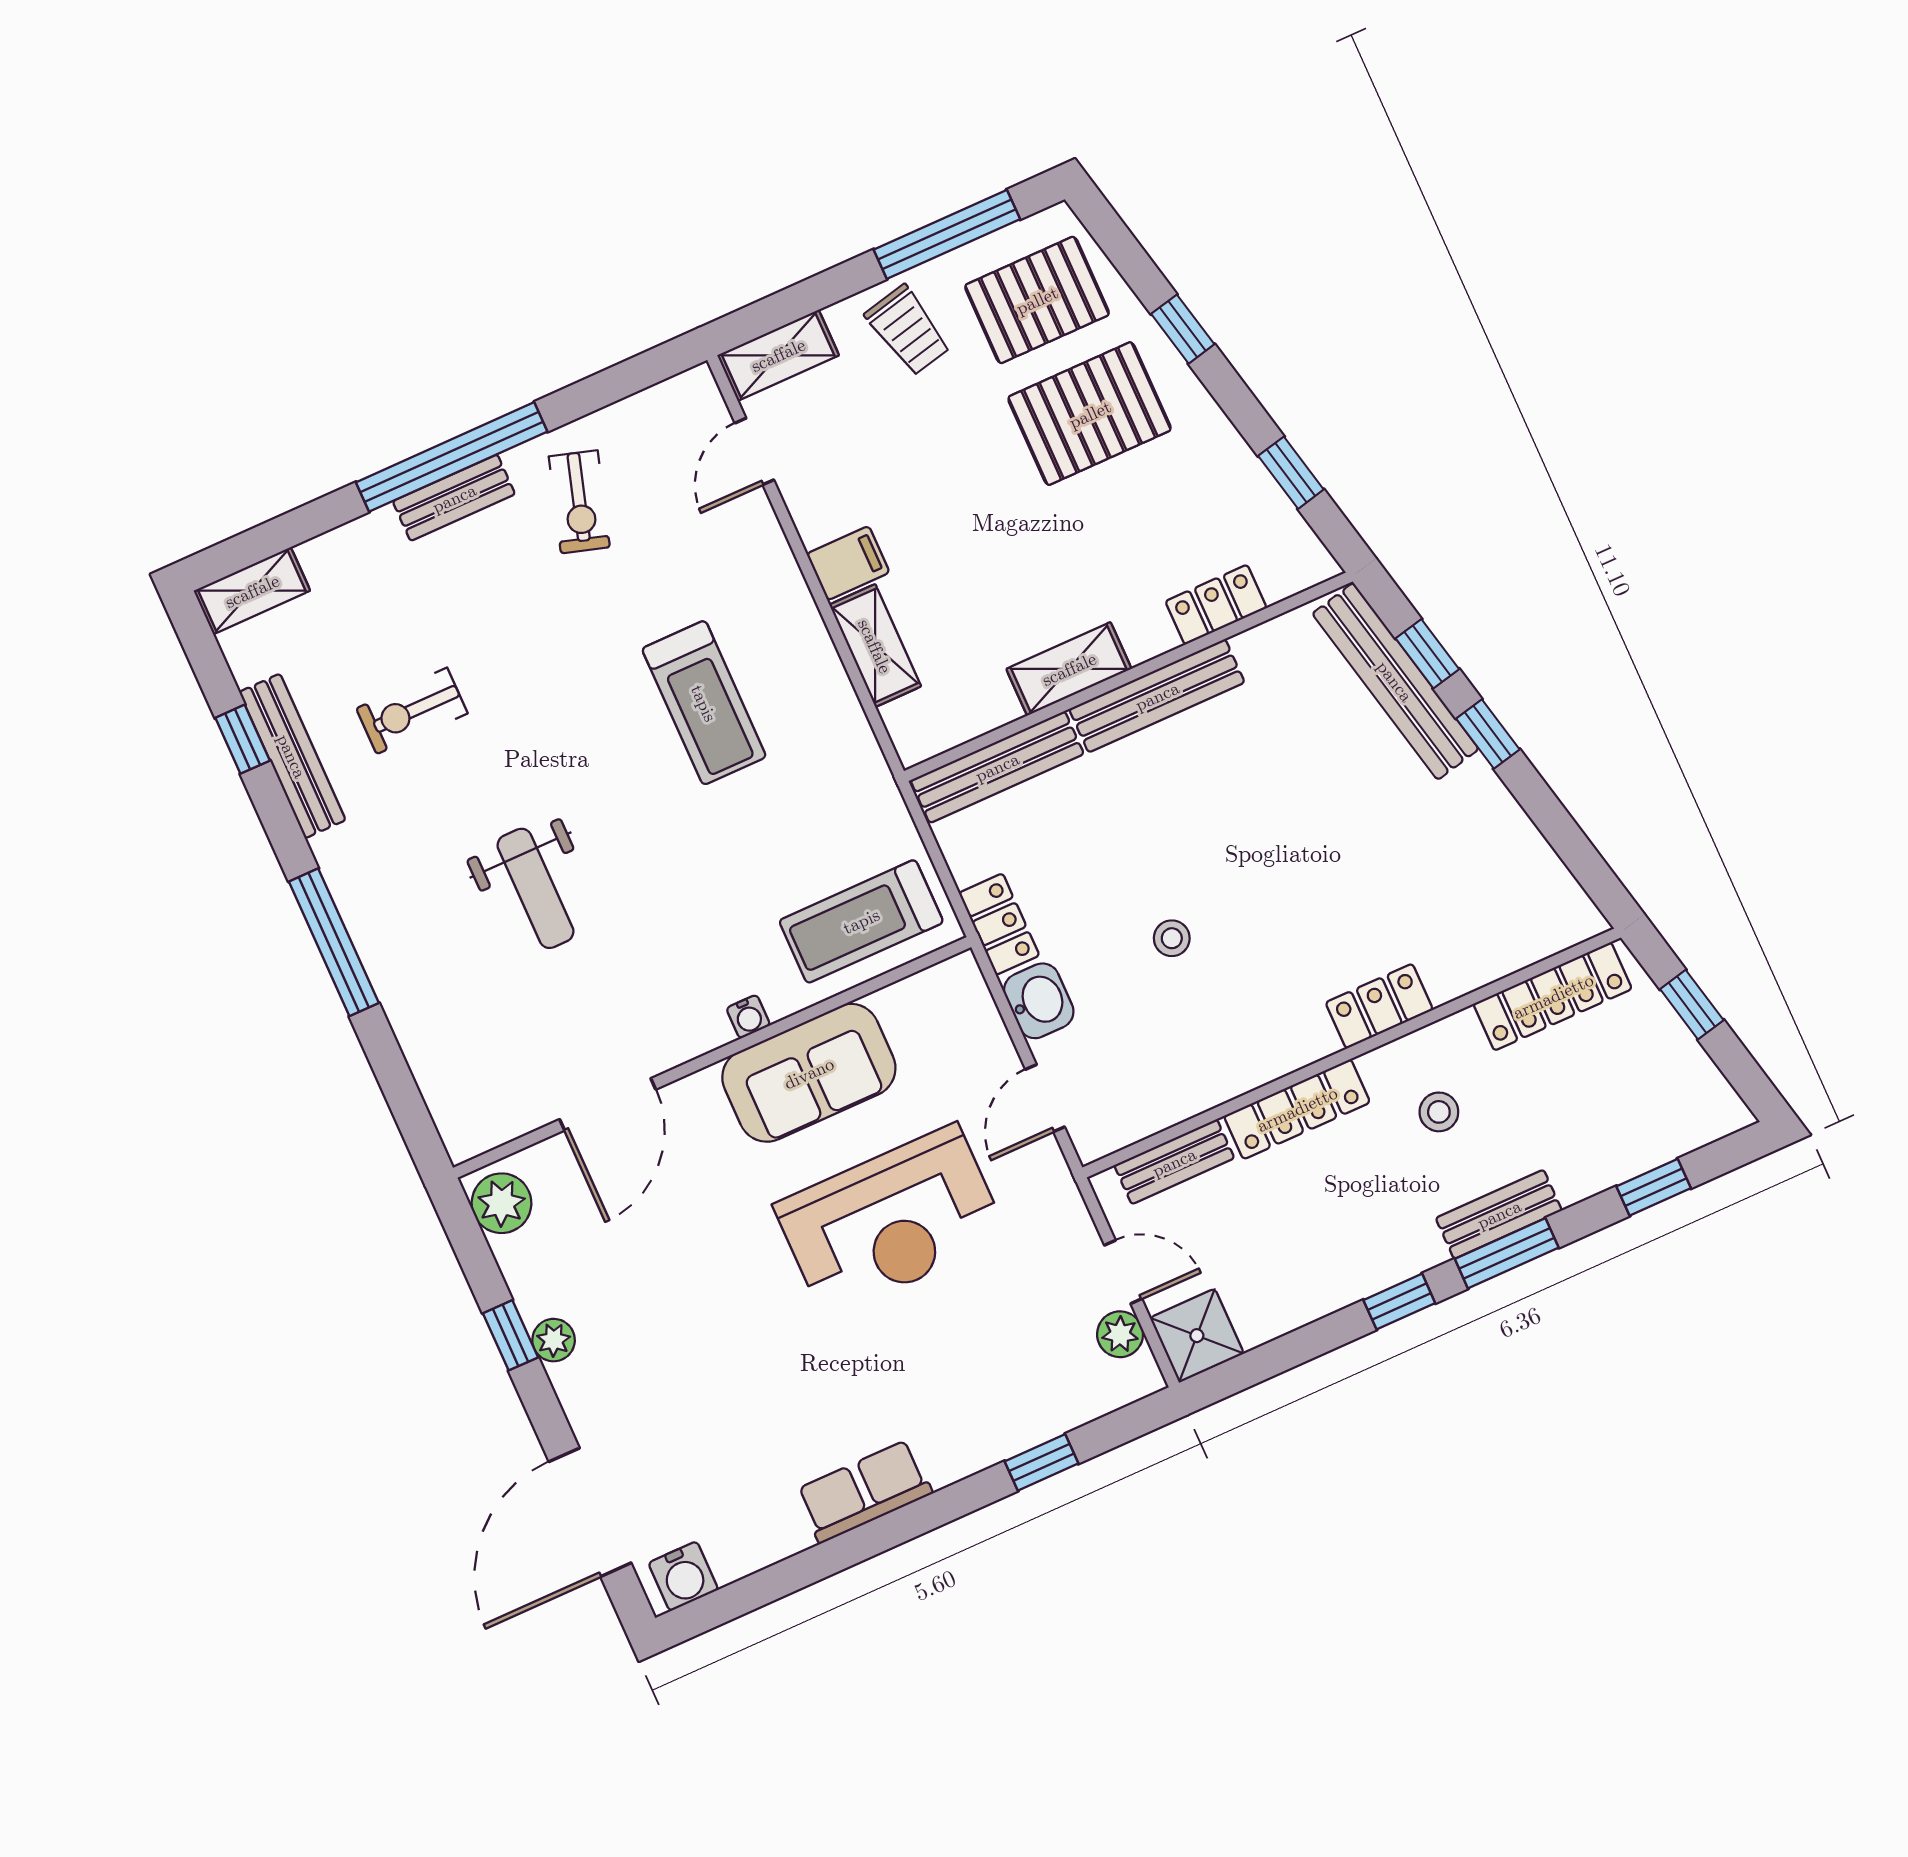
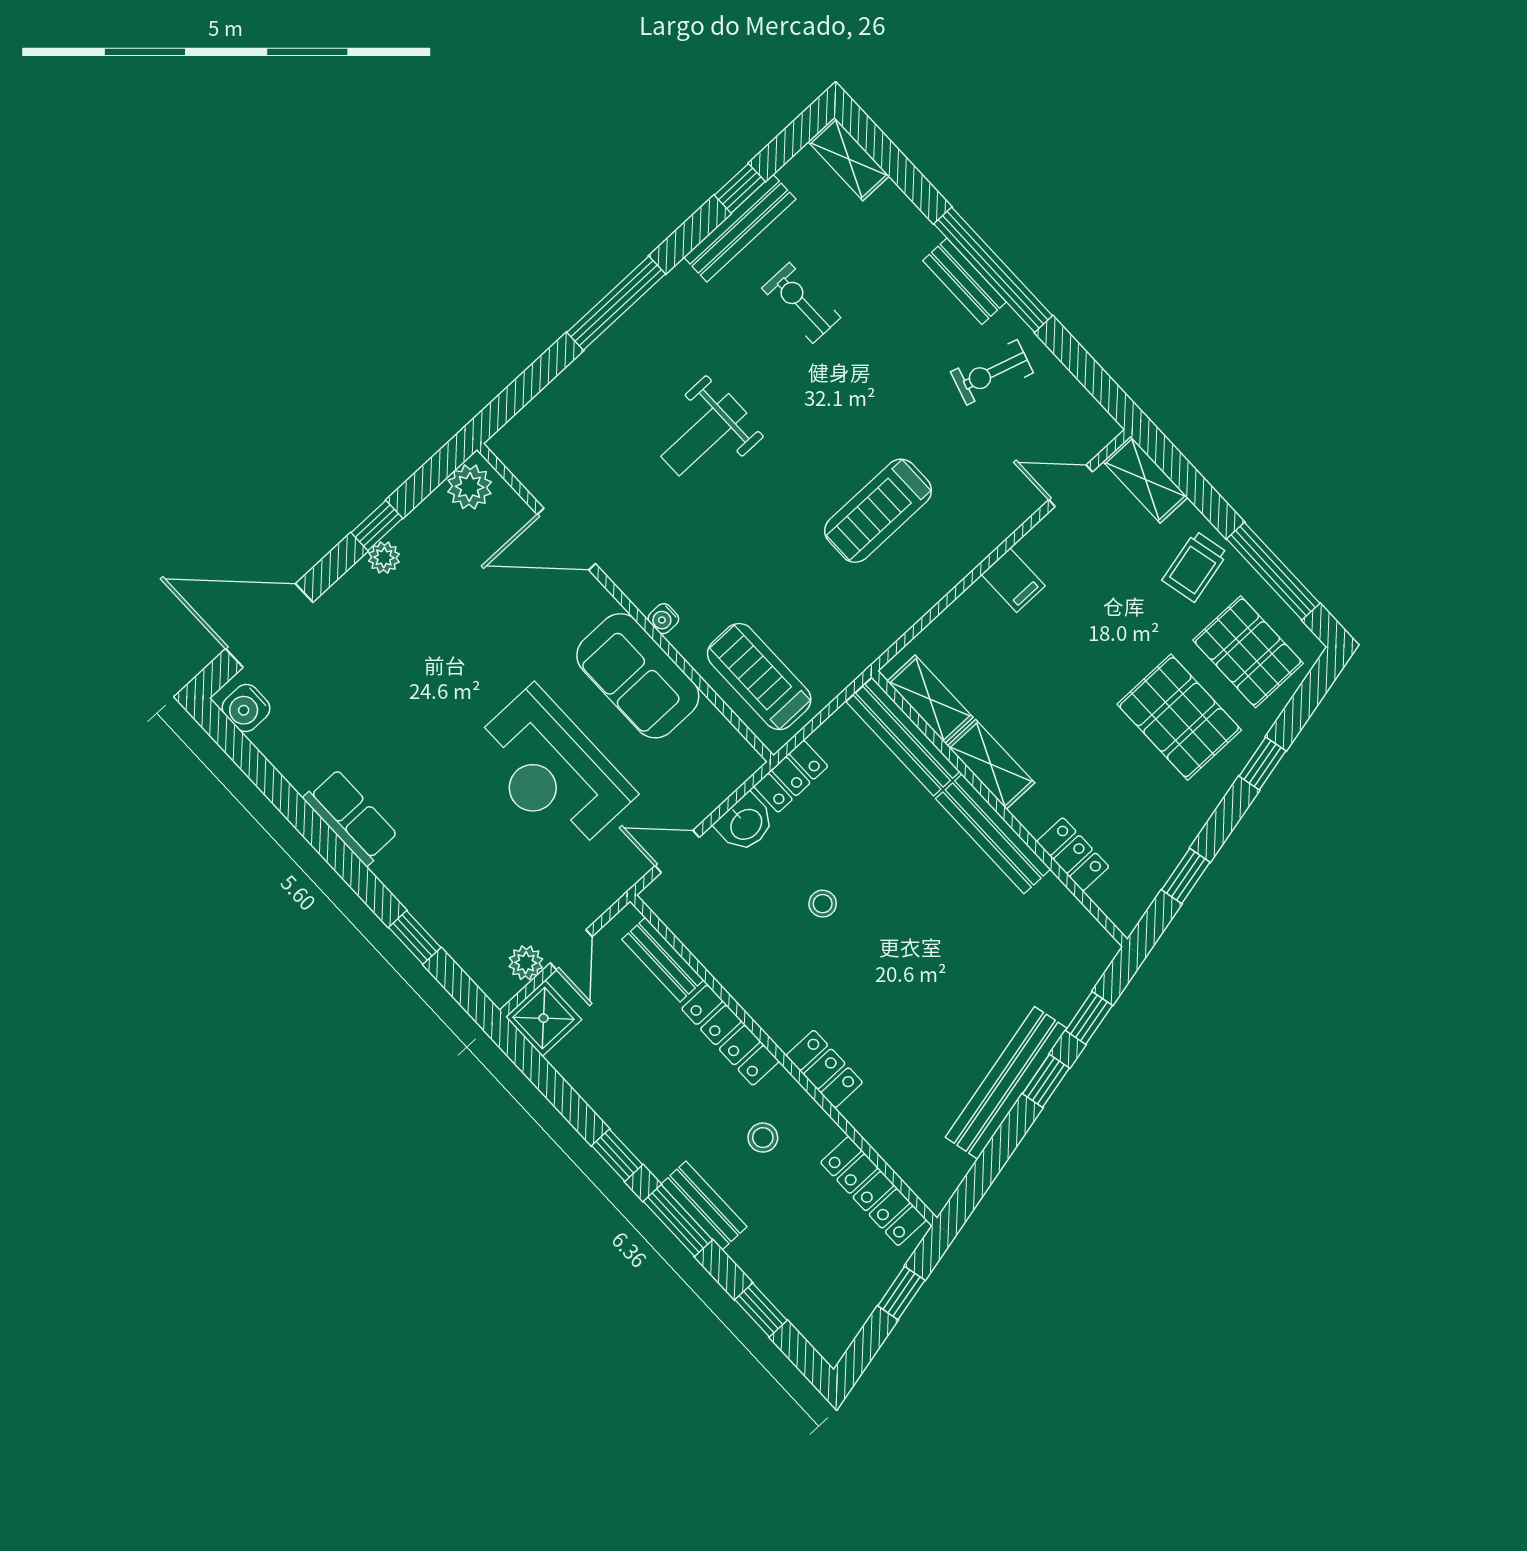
shelving: (875, 646) -> (930, 699), moved, turned 90
bench: (1395, 681) -> (1006, 1083), moved

